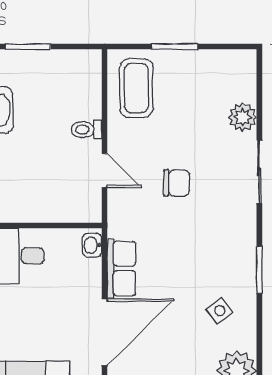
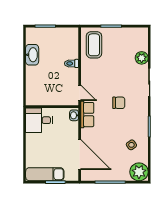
door: (105, 171) -> (80, 93), moved
chair: (177, 183) -> (119, 103), moved
row of seats: (121, 268) -> (87, 115), moved
door: (105, 332) -> (80, 155), hinge flipped

